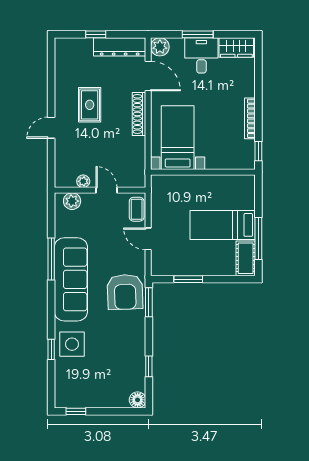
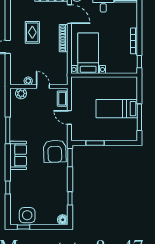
cot: (246, 258) -> (131, 130), removed
sofa: (71, 279) -> (18, 155), width x0.54, depth x0.79
side table: (72, 344) -> (27, 215), moved

